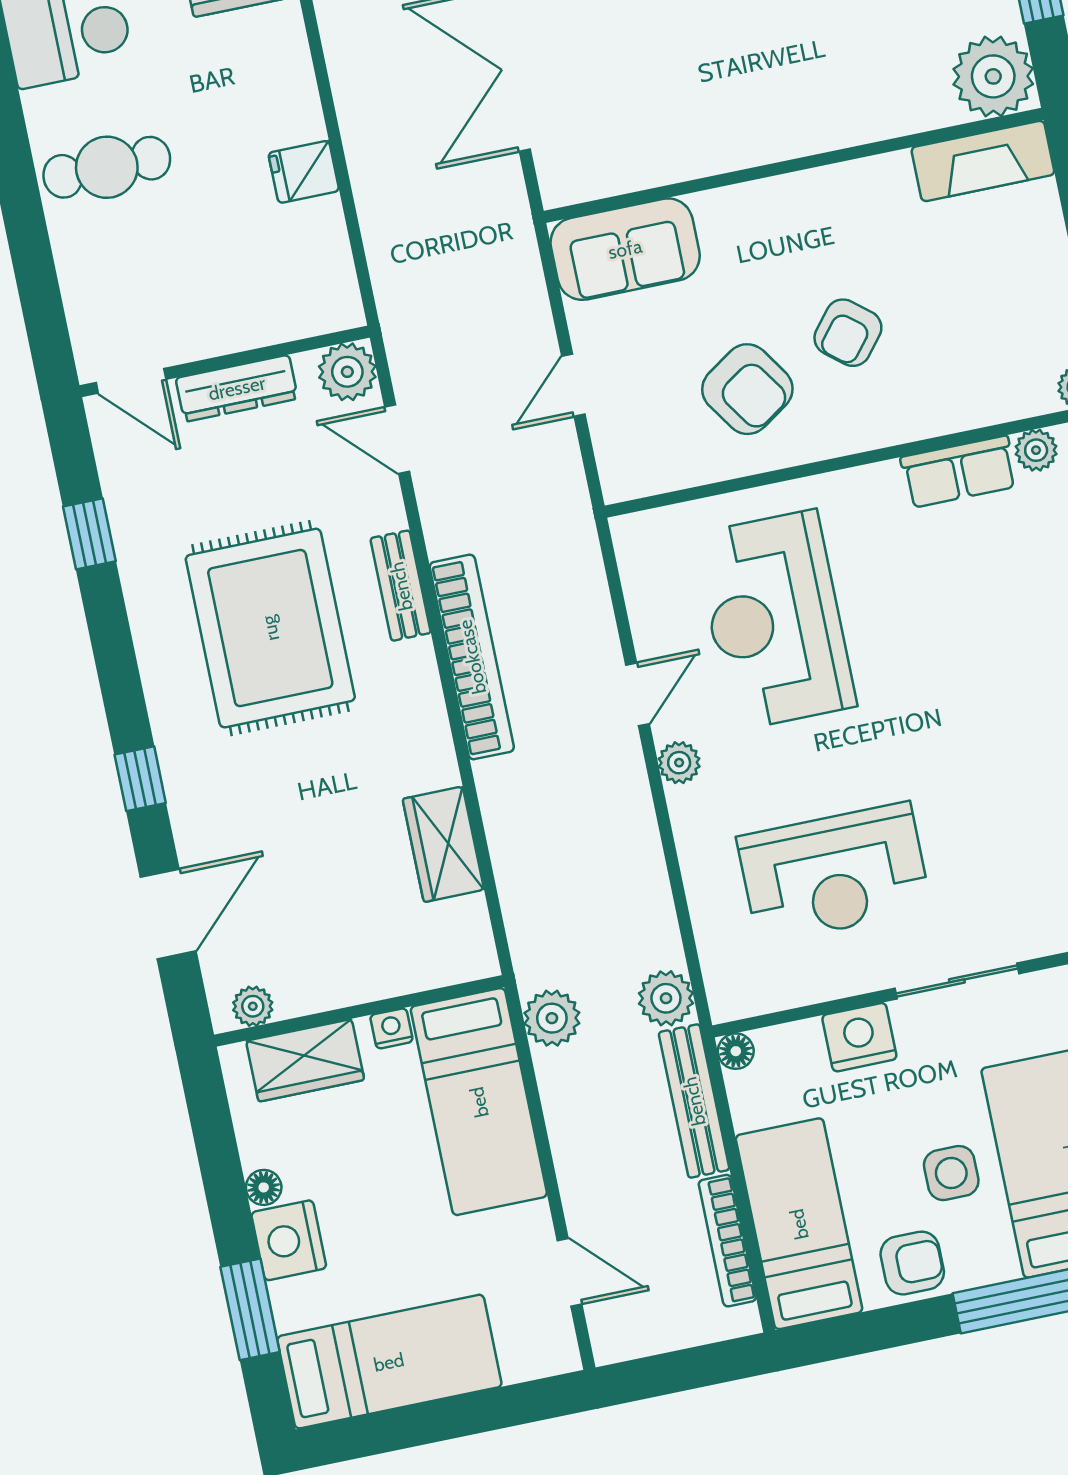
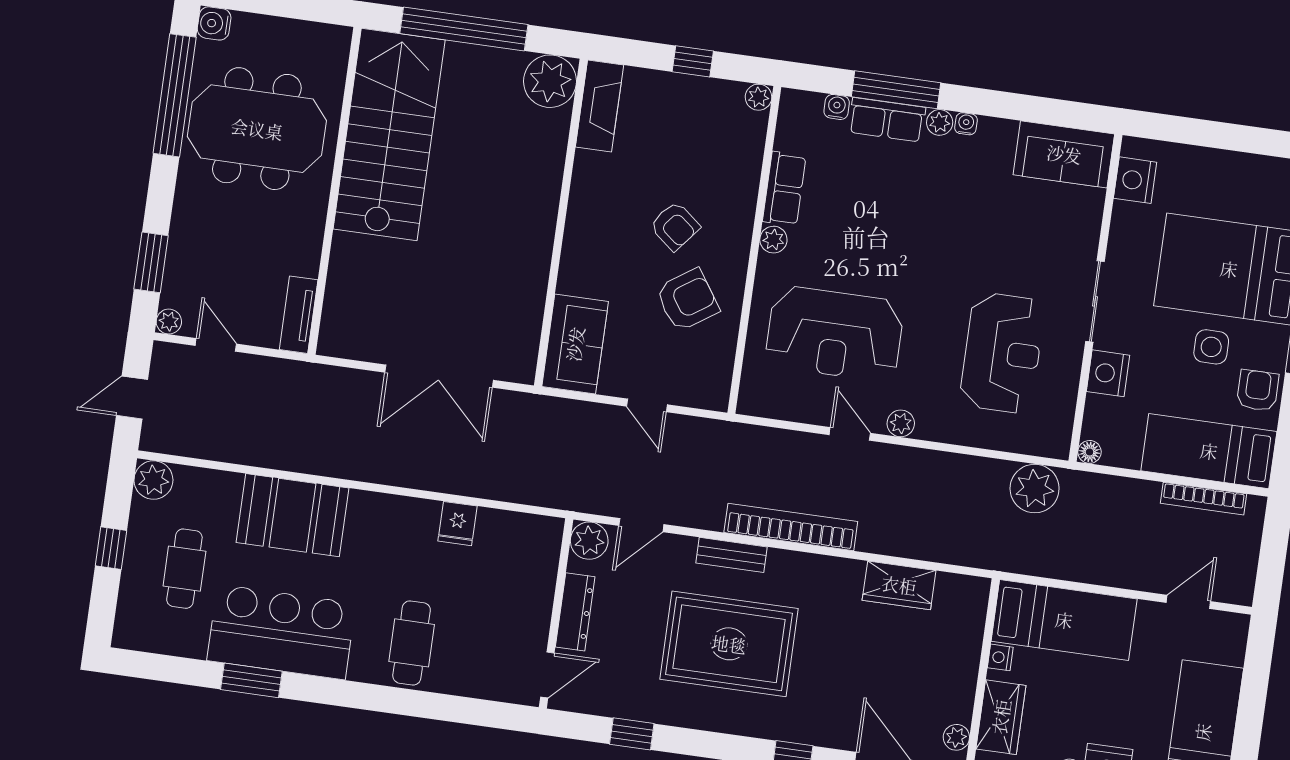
plant: (1036, 450) -> (773, 240), moved
plant: (666, 998) -> (1035, 489), width x1.36, depth x1.36
plant: (552, 1018) -> (1029, 557), removed
bench: (694, 1101) -> (1111, 488), removed

